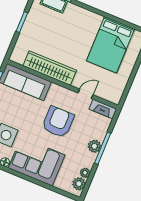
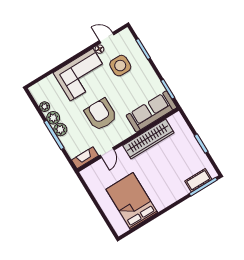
armchair: (58, 122) -> (101, 114), turned 180
plant: (79, 184) -> (53, 118), moved

